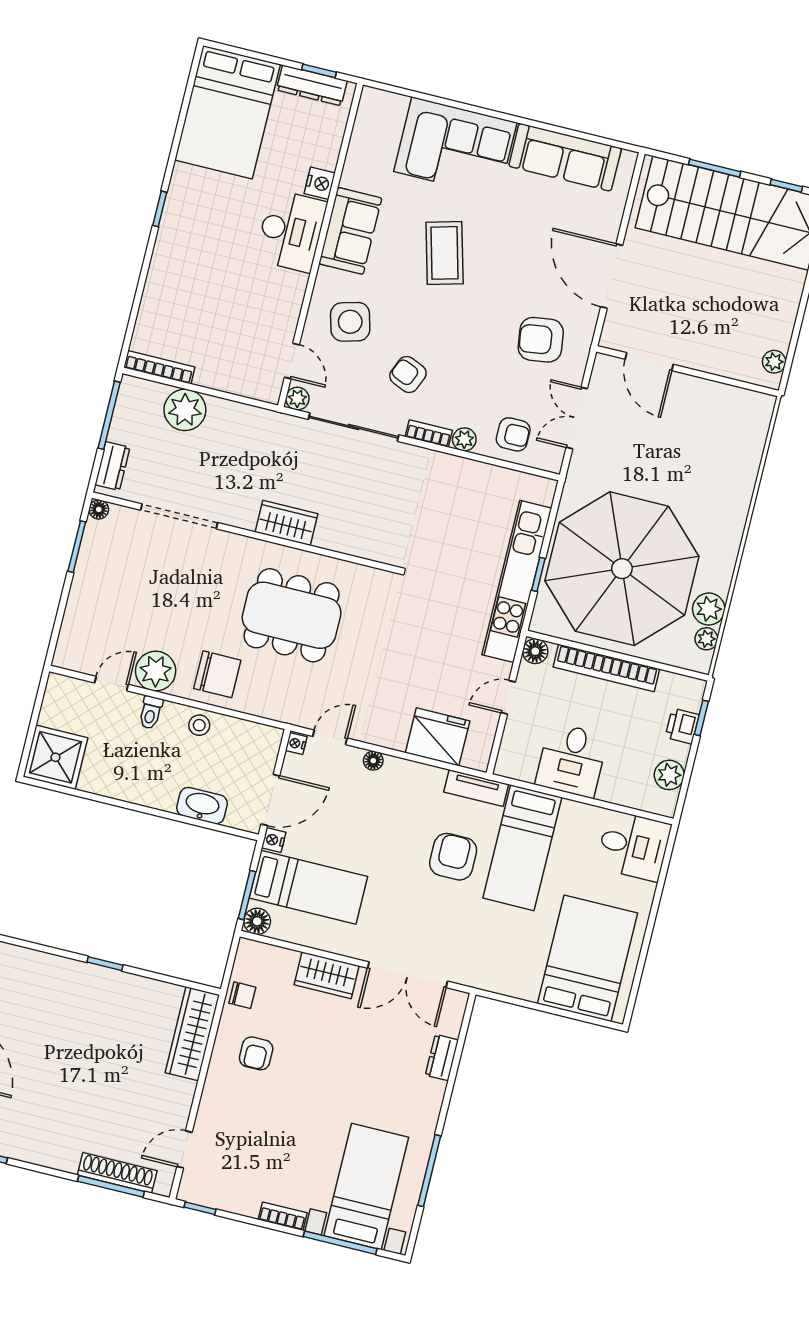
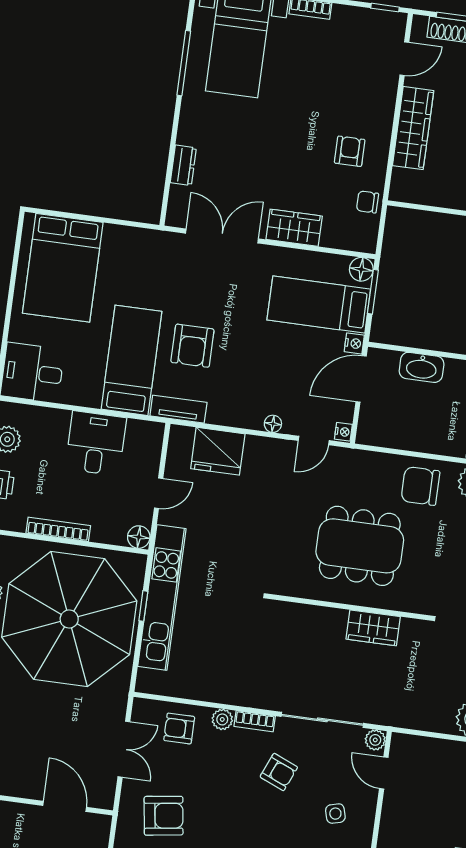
side table: (350, 322) -> (335, 814), width x0.54, depth x0.54
bookcase: (606, 668) -> (58, 529), width x0.68, depth x0.76
stool: (199, 725) -> (432, 439), removed
wardrobe: (192, 1034) -> (413, 128), moved

